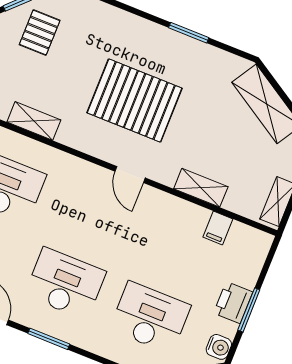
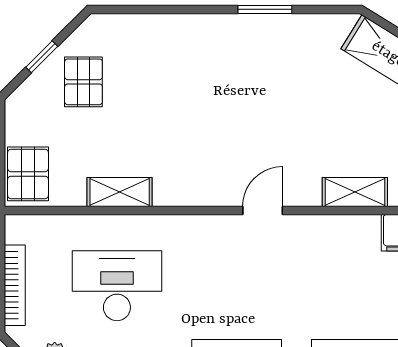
pallet: (135, 100) -> (232, 118), removed
door: (130, 175) -> (263, 210), swing flipped

